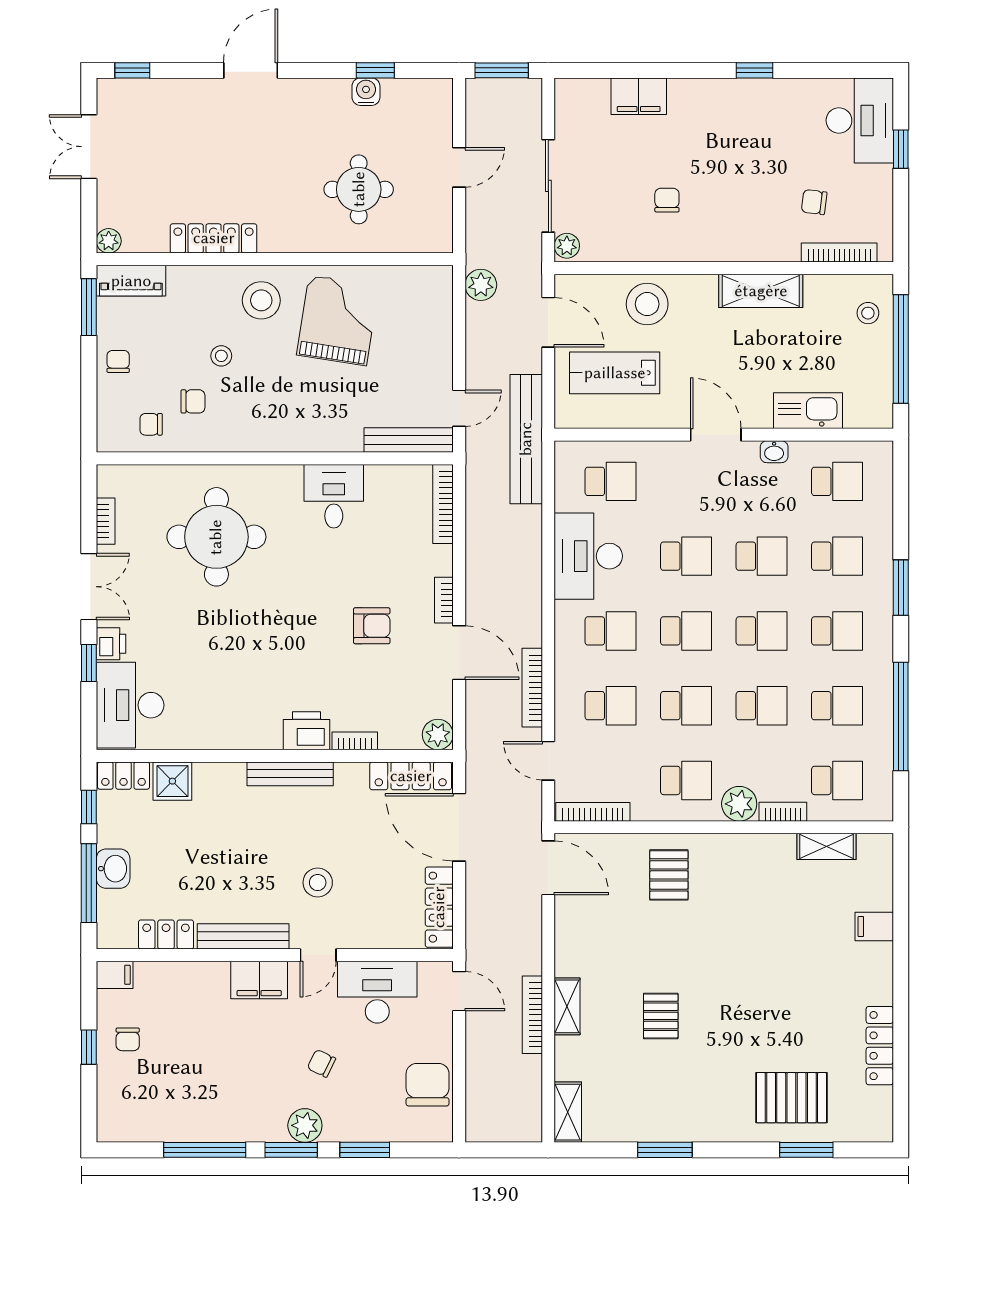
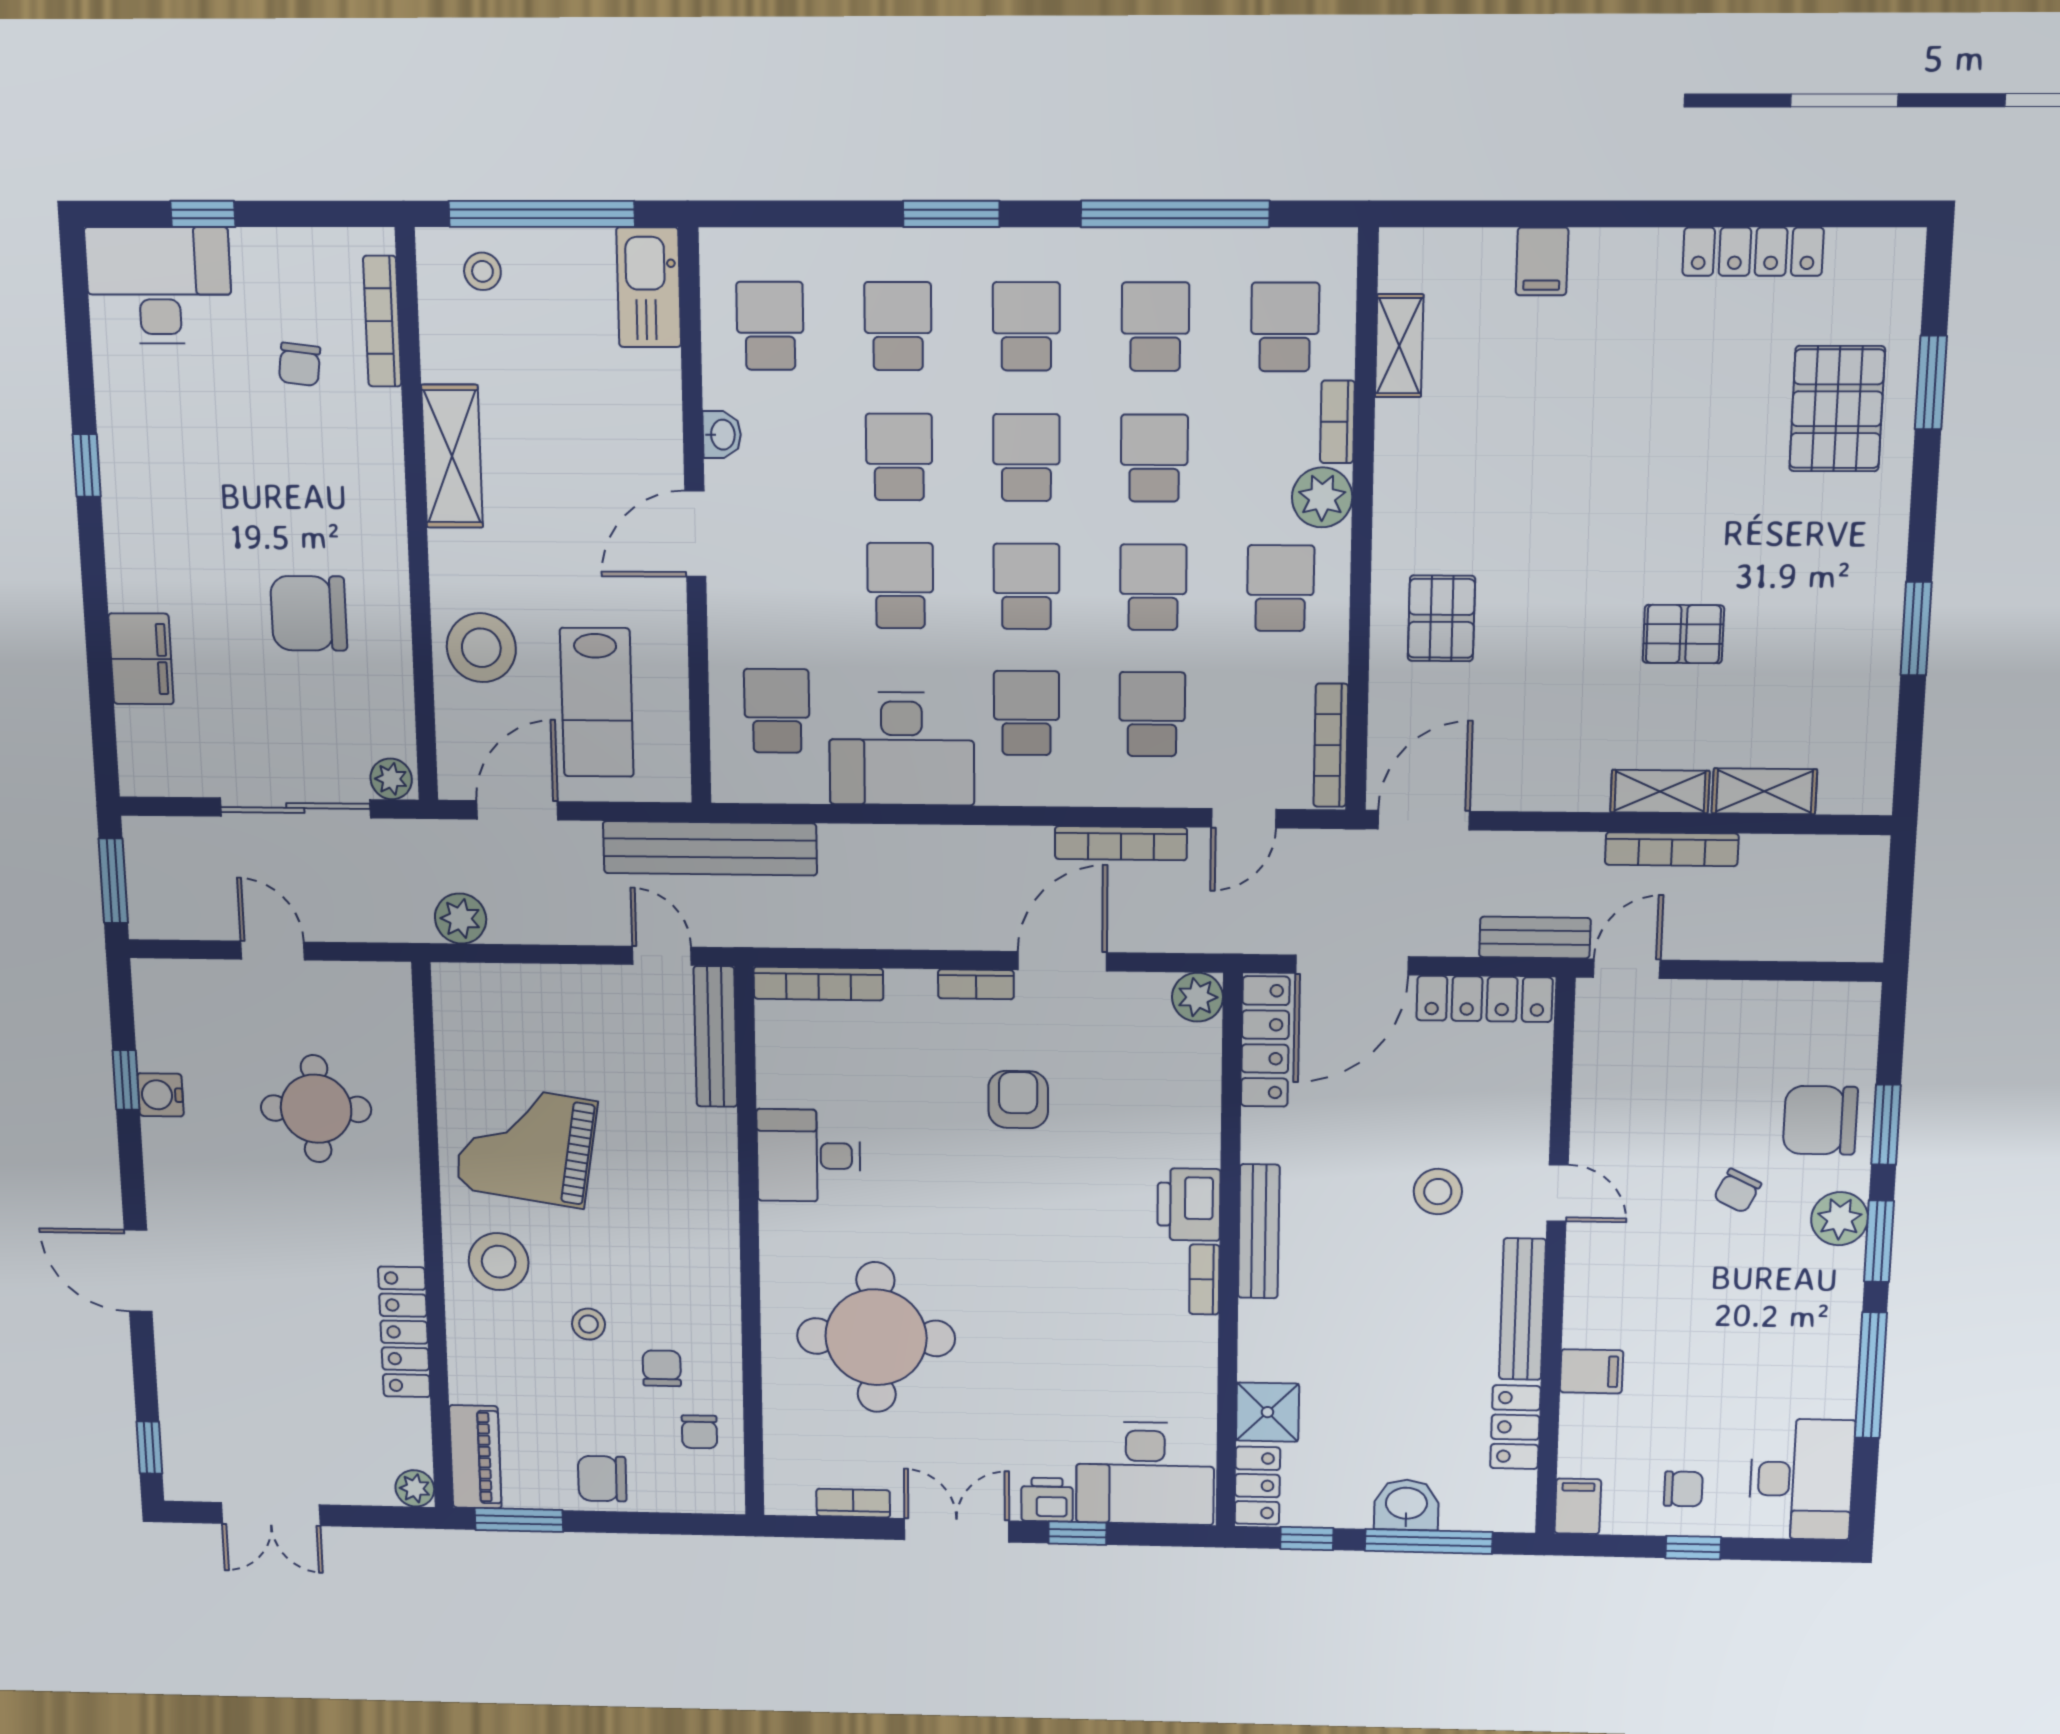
chair: (667, 200) -> (309, 613), width x1.87, depth x1.87
chair: (118, 361) -> (602, 1479), width x1.37, depth x1.37
kitchen sink: (808, 411) -> (649, 287), moved
bookcase: (355, 741) -> (1204, 1279), moved
pallet: (669, 875) -> (1441, 618), turned 90
bench: (478, 936) -> (1535, 938), added
filing cabinet: (259, 980) -> (1591, 1371), moved, width x0.50
desk: (377, 992) -> (1801, 1479), moved, turned 180
chair: (428, 1085) -> (1820, 1120), moved
shelving: (568, 1112) -> (1764, 791), moved

